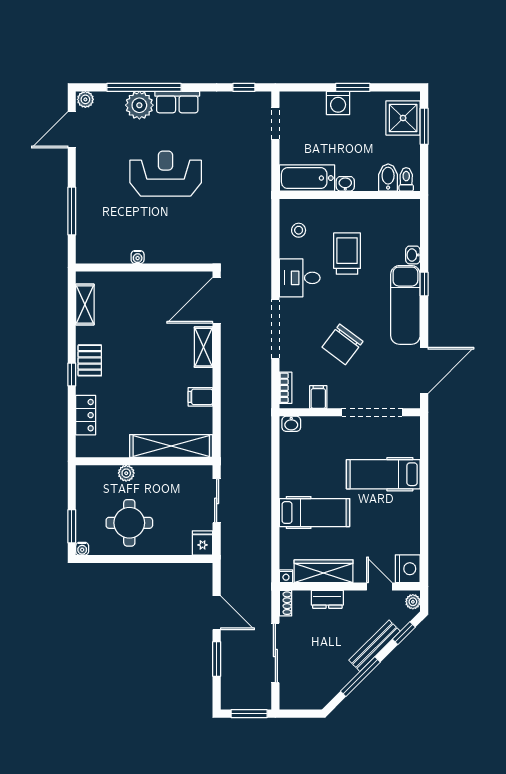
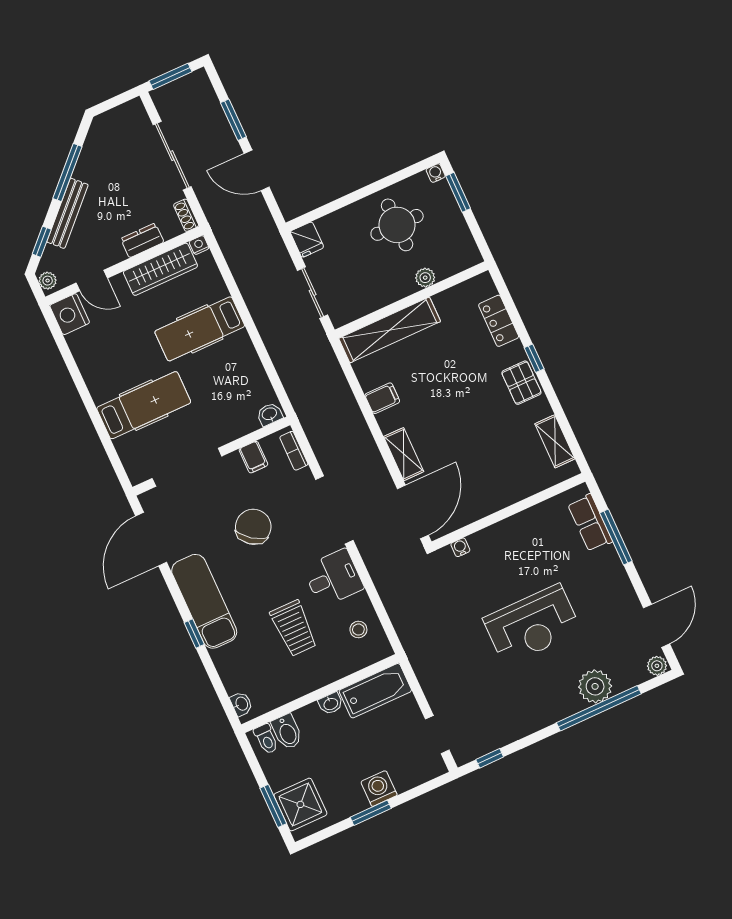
row of seats: (177, 102) -> (590, 523), moved, turned -90
washbasin: (413, 255) -> (241, 704), moved
water cooler: (138, 257) -> (460, 547), moved

